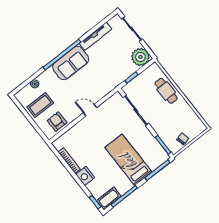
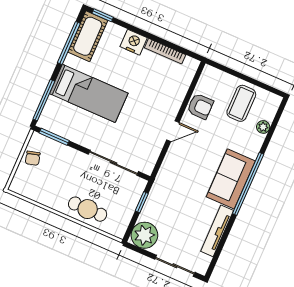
armchair: (57, 122) -> (200, 106), moved
cot: (109, 198) -> (88, 36), width x1.37, depth x1.34

